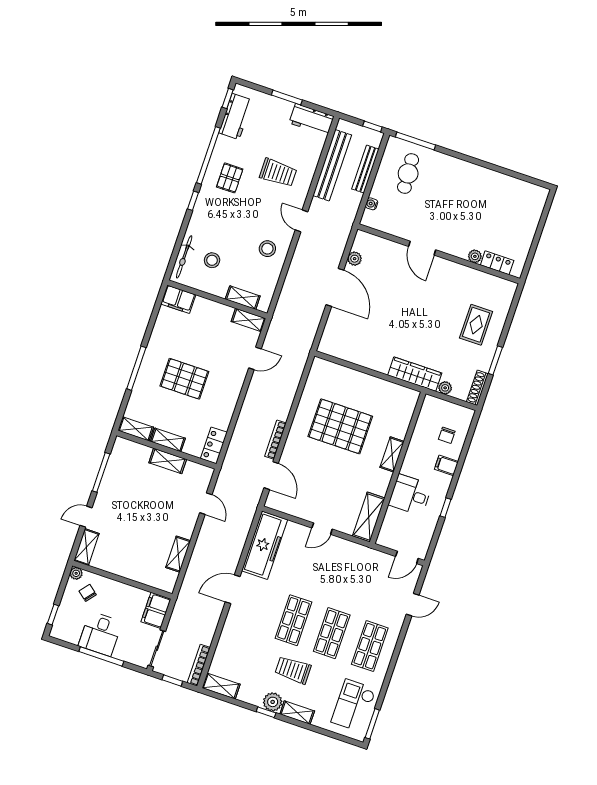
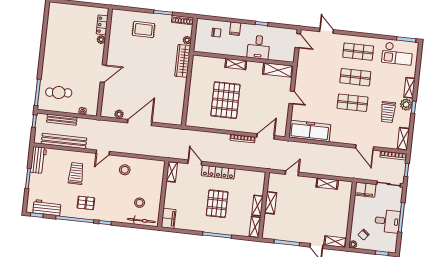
shelving: (243, 298) -> (159, 178), removed
locker: (214, 445) -> (218, 172), moved, width x1.53
door: (233, 589) -> (365, 147), moved
trolley: (293, 670) -> (388, 112), moved

